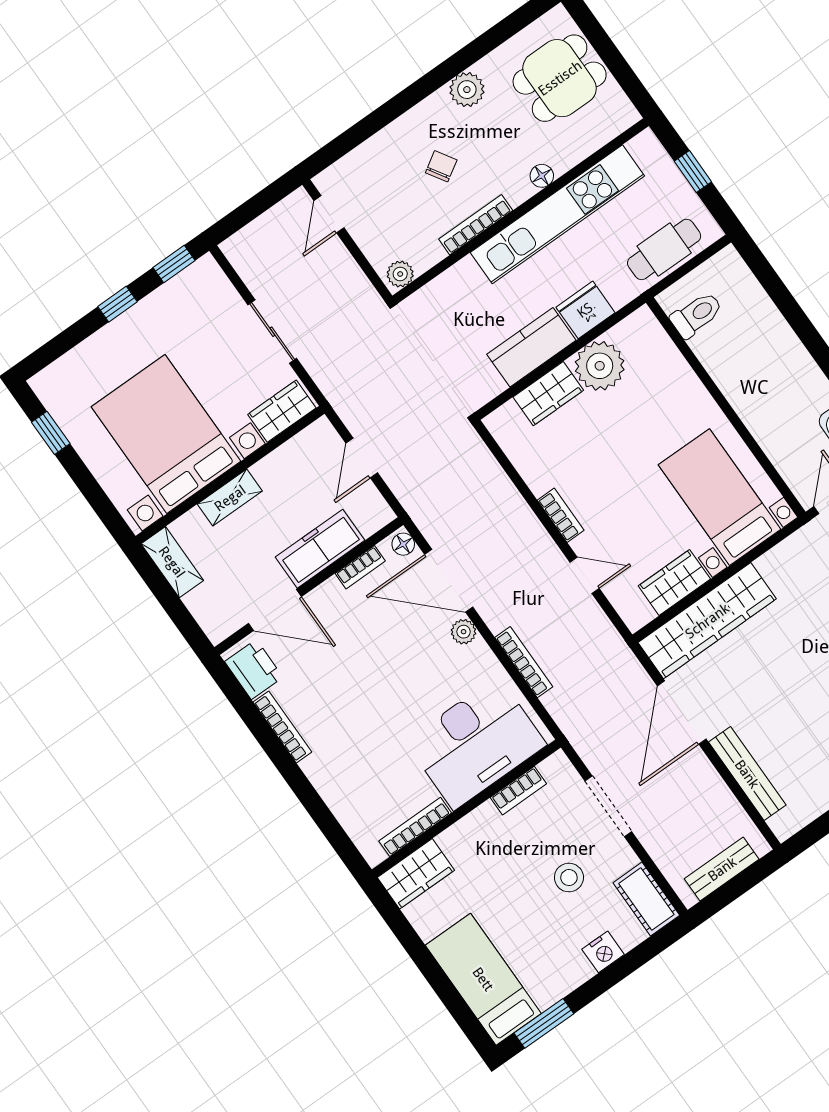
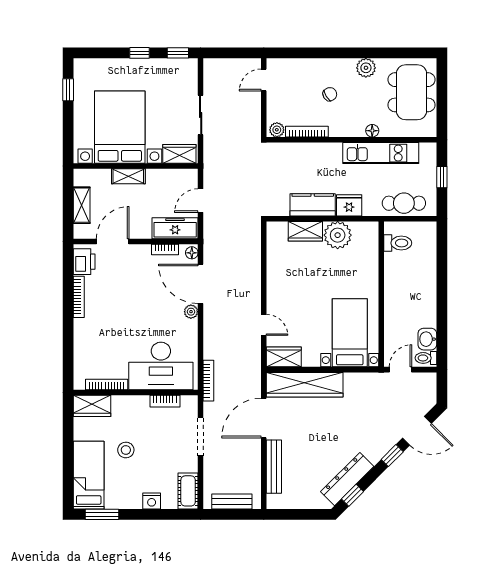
dining table: (560, 78) -> (412, 92), width x1.37
kitchen unit: (557, 214) -> (381, 153), width x0.73
bookcase: (476, 225) -> (307, 132), moved
bookcase: (561, 515) -> (272, 290), removed
freezer: (320, 549) -> (175, 228), moved
shelving: (172, 562) -> (82, 205), moved
wardrobe: (674, 582) -> (284, 357), moved
door: (275, 610) -> (113, 242), swing flipped
bookcase: (524, 662) -> (208, 381), moved
stool: (569, 878) -> (126, 450), moved

